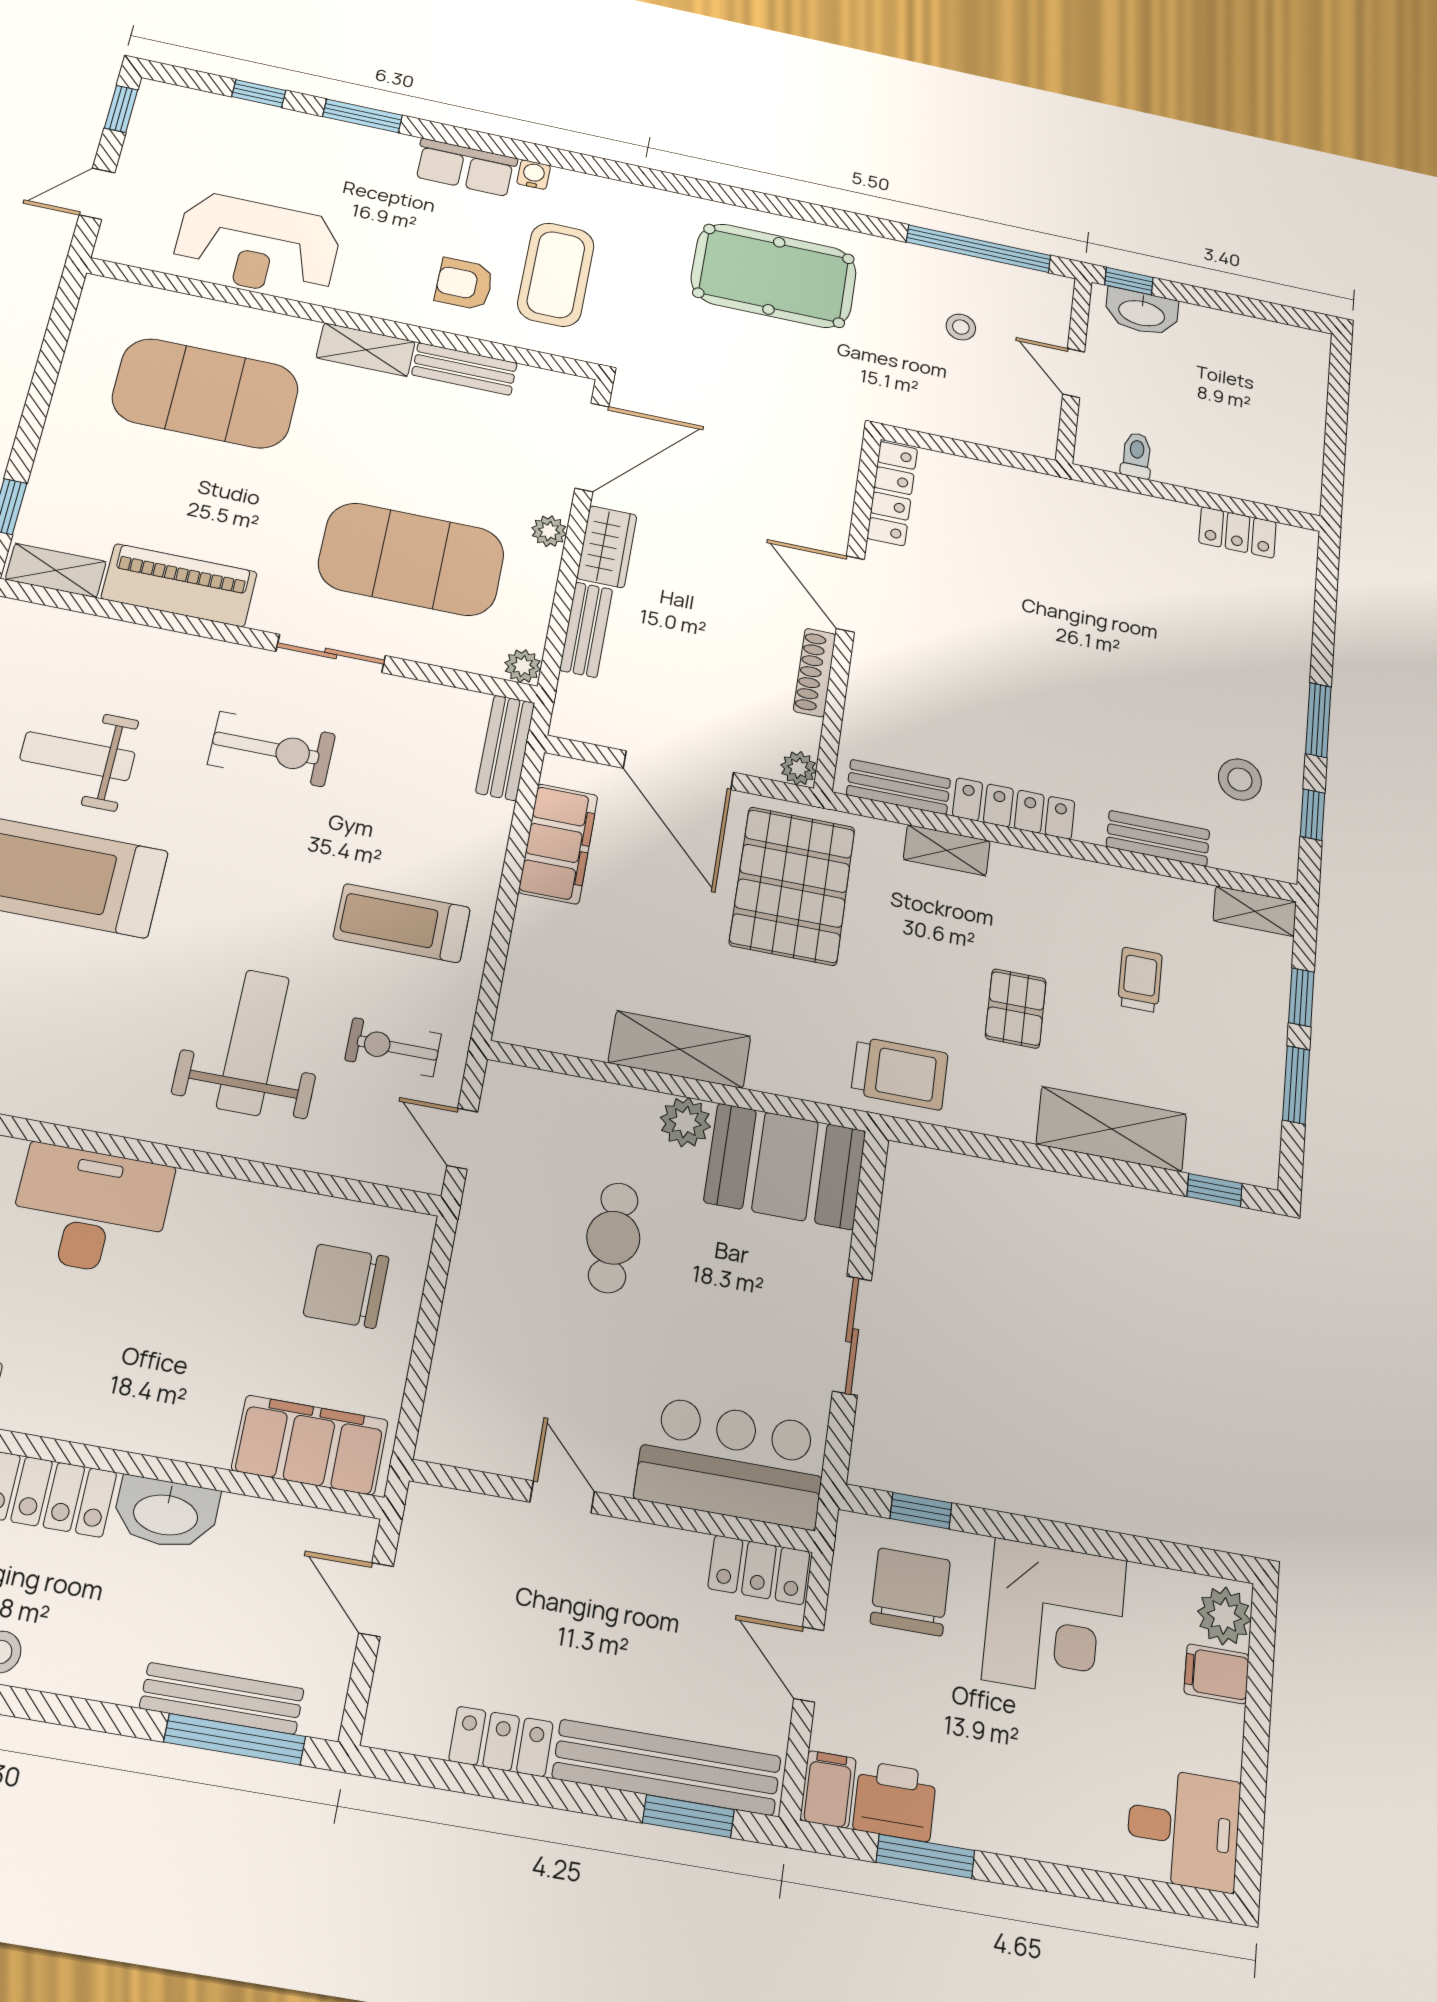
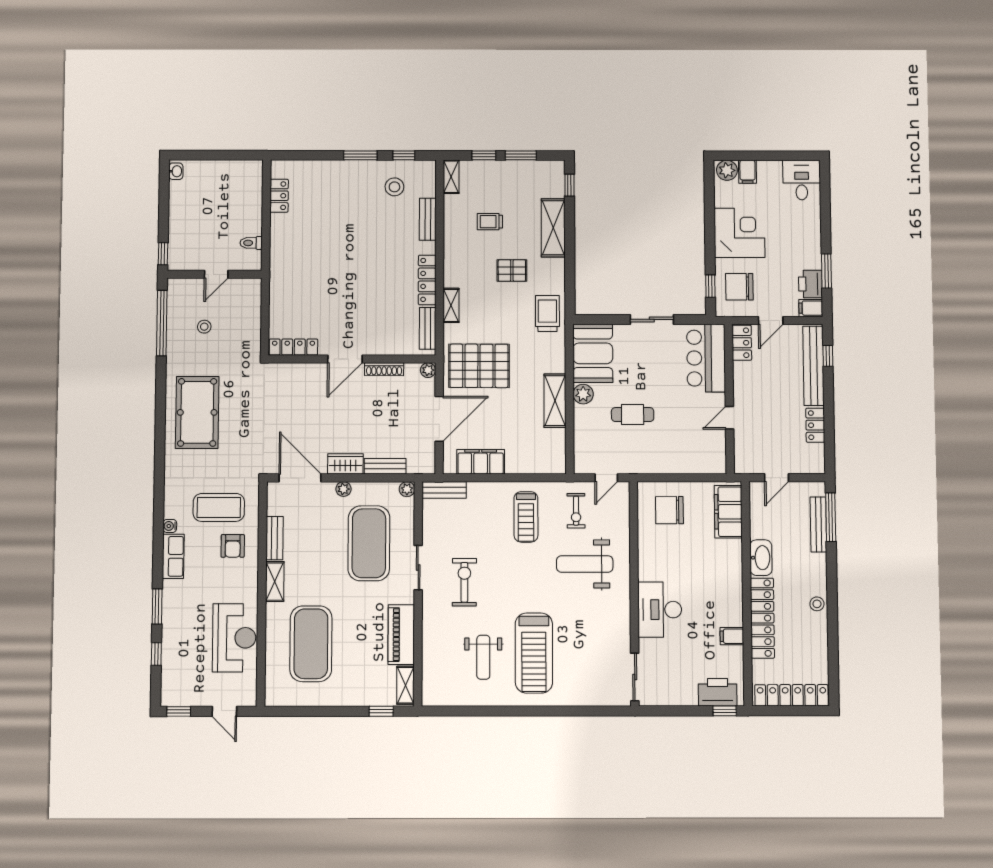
washbasin: (1142, 312) -> (176, 171), moved, width x0.52, depth x0.69
chair: (346, 1286) -> (669, 510), turned 90
window: (688, 1816) -> (828, 356), width x0.67

